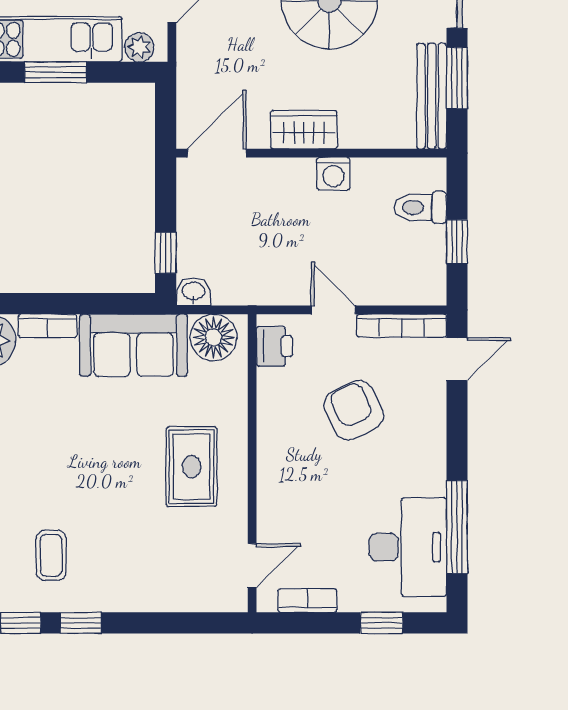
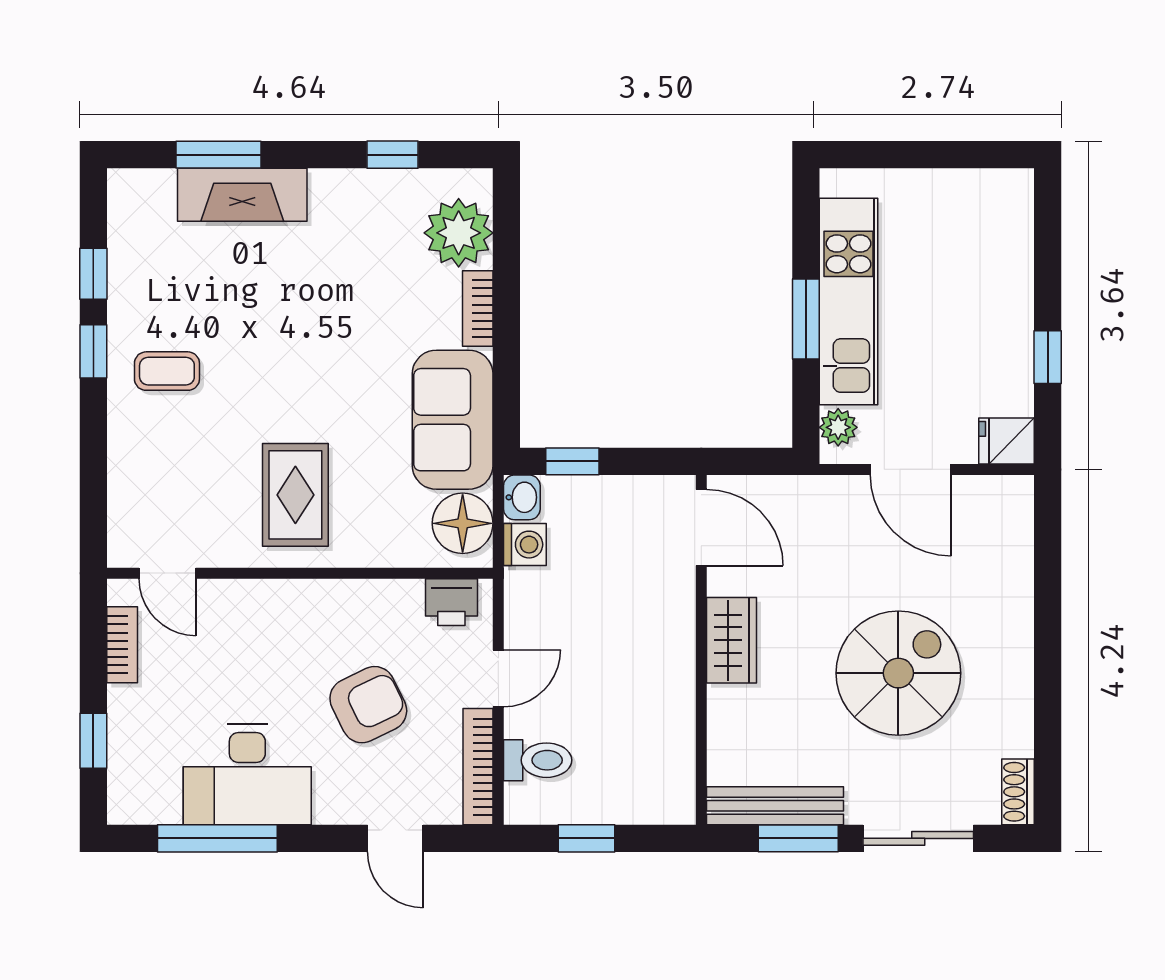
washing machine: (333, 174) -> (525, 545), moved, turned 180
toilet: (420, 207) -> (538, 760), moved, turned 90
door: (457, 359) -> (395, 838), moved
rug: (192, 467) -> (295, 495), turned 90
desk: (408, 547) -> (247, 775), moved
coffee table: (51, 555) -> (167, 371), moved

